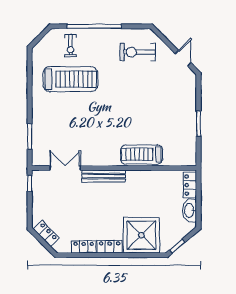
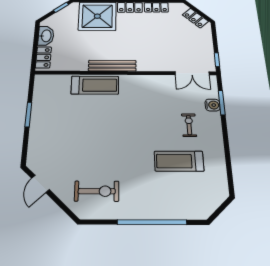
exercise bike: (71, 46) -> (189, 125), moved
treadmill: (70, 79) -> (179, 161), width x0.73, depth x0.73
water cooler: (38, 134) -> (213, 105), added
double door: (65, 168) -> (192, 73), moved
bench: (104, 176) -> (112, 66), moved

